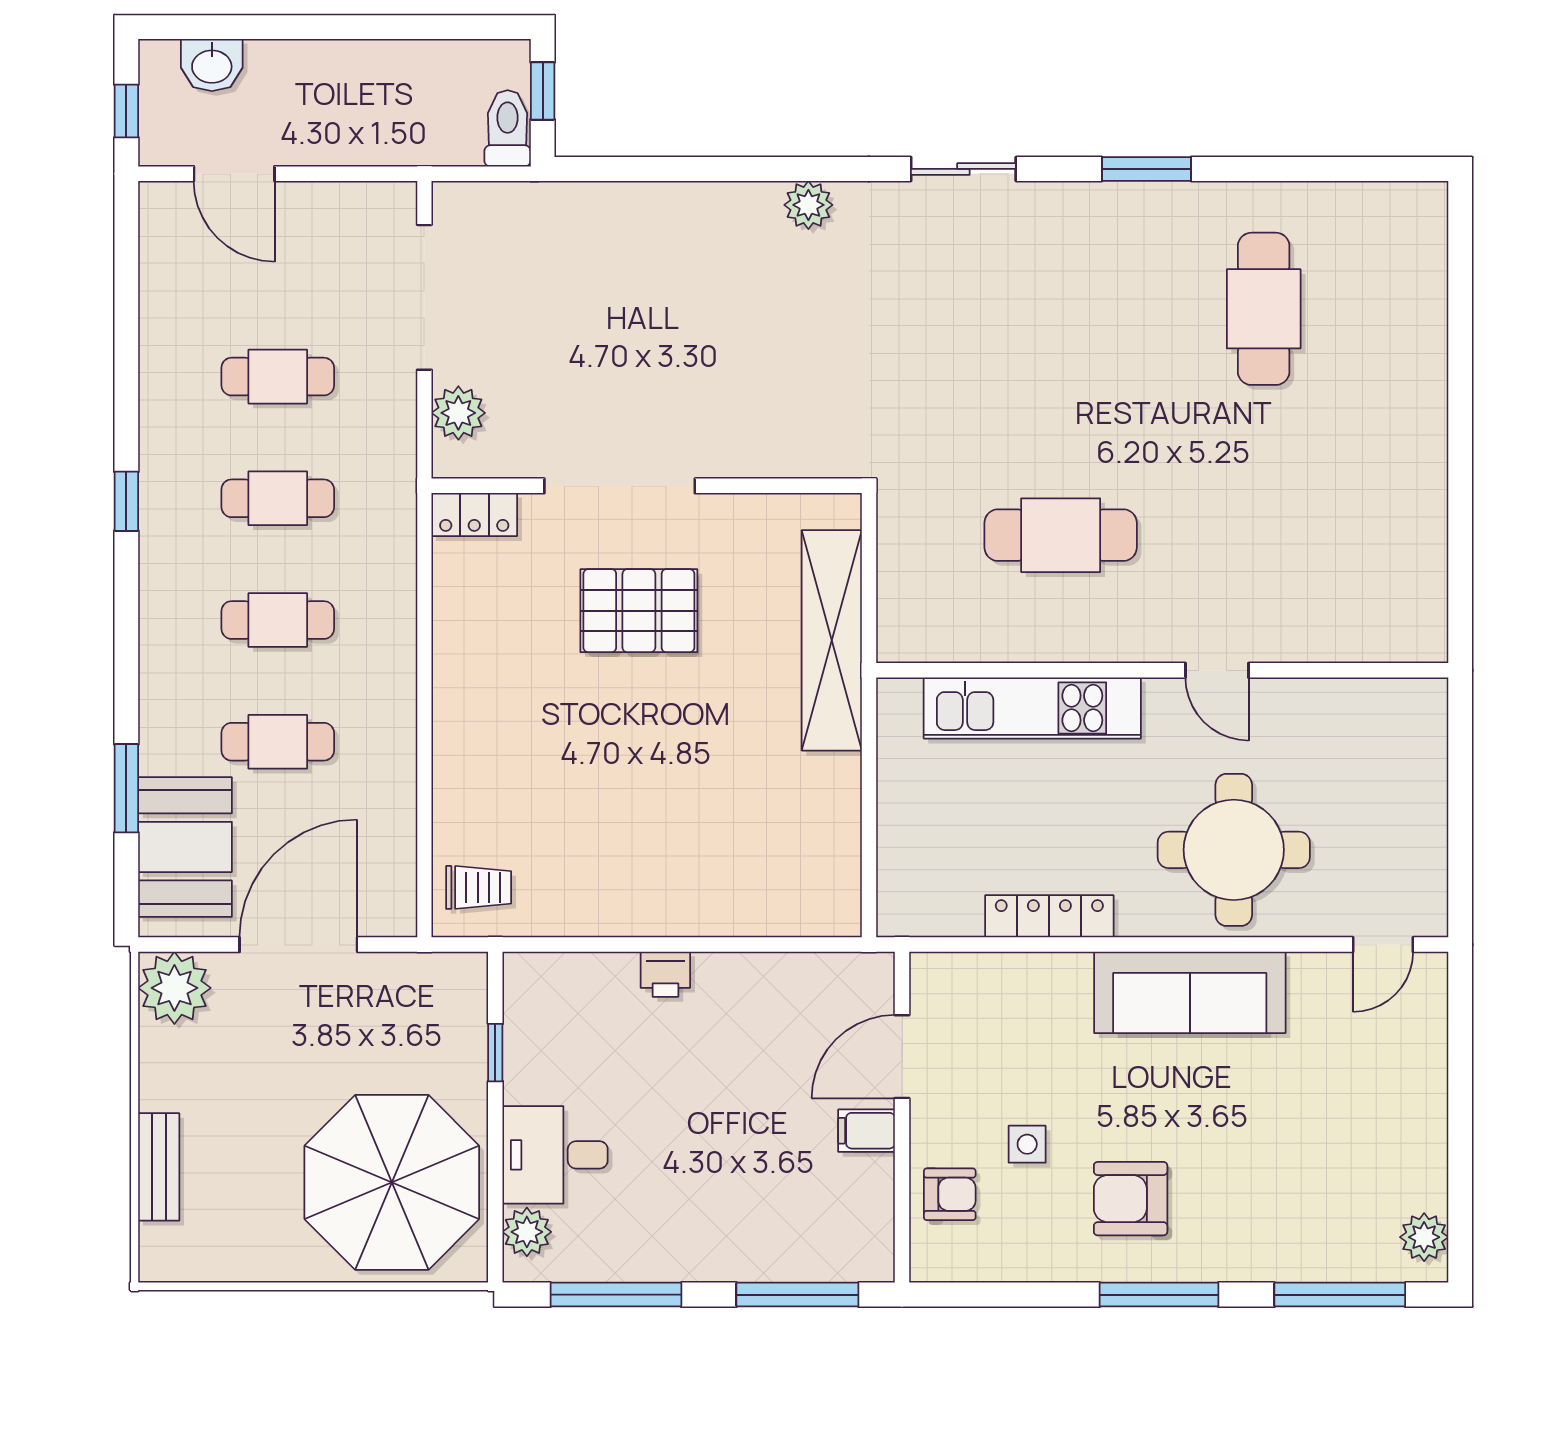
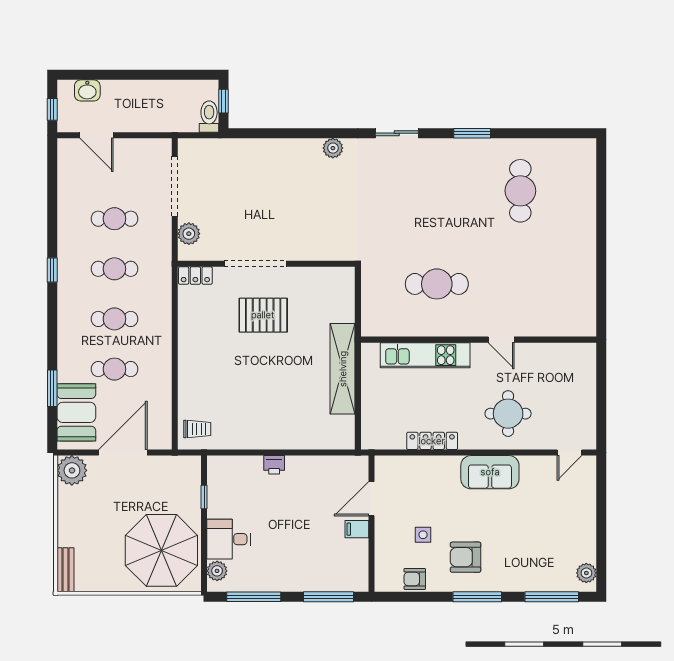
shelving: (832, 640) -> (343, 369), moved
round table: (1234, 850) -> (508, 414), width x0.73, depth x0.73
sofa: (1190, 992) -> (490, 472), width x0.73
bench: (159, 1167) -> (65, 570), moved
armchair: (950, 1194) -> (415, 579), moved, turned 180

